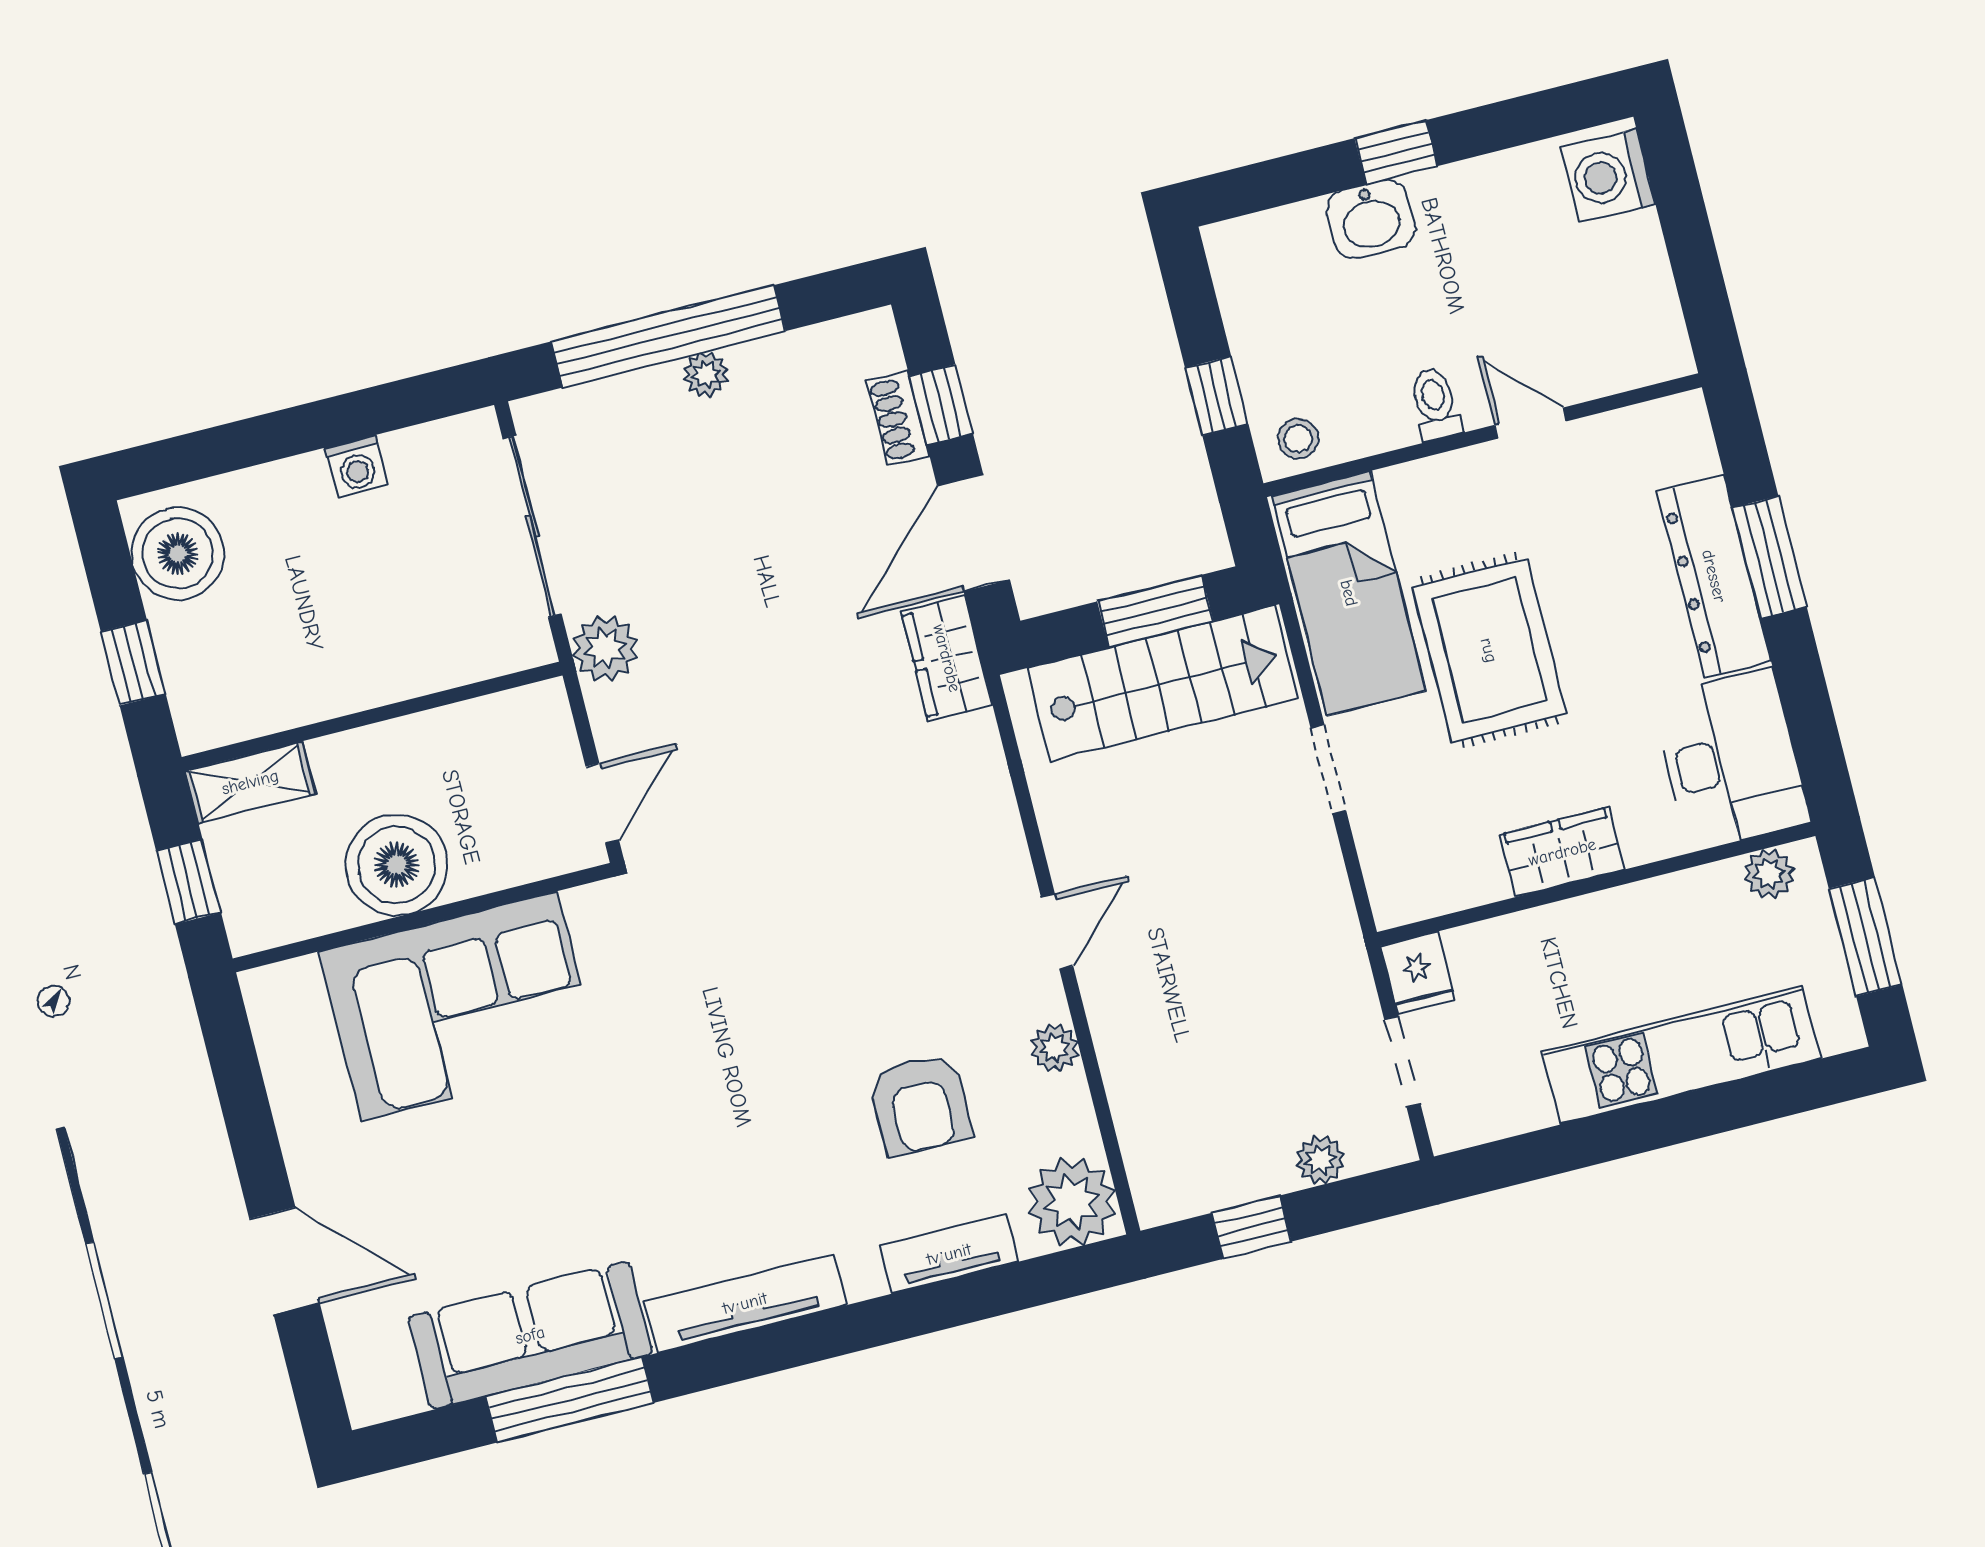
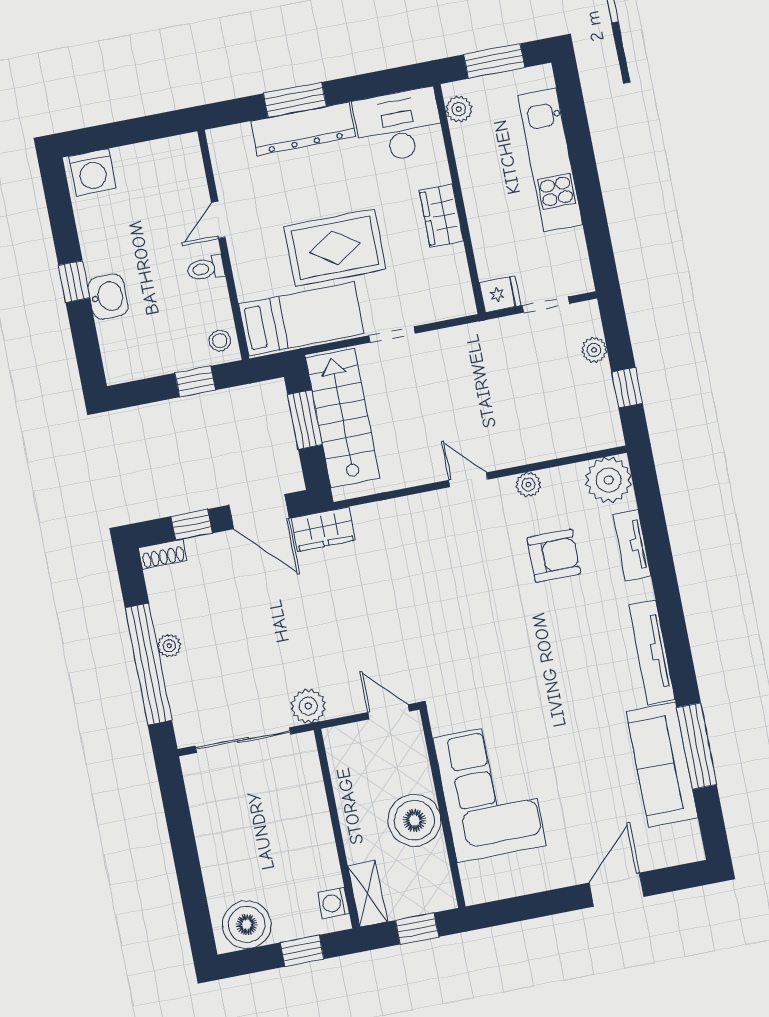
shoe rack: (898, 418) -> (163, 554), moved
washing machine: (356, 466) -> (334, 903), moved, turned 180

